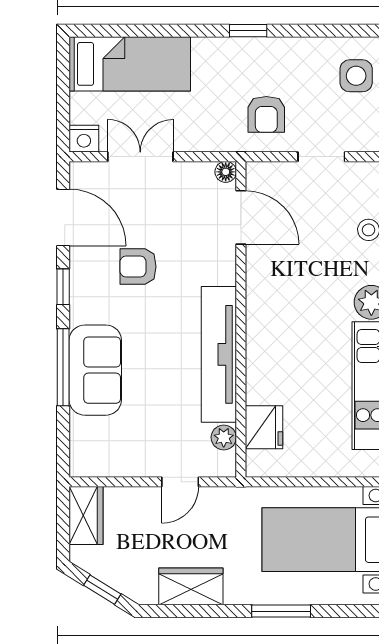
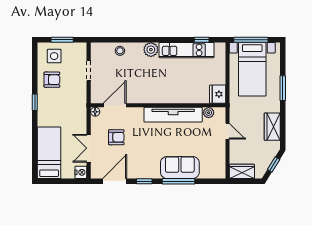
armchair: (266, 114) -> (52, 80), moved
armchair: (138, 267) -> (116, 137), moved, turned -90
fridge: (264, 427) -> (218, 94), moved, turned -90

